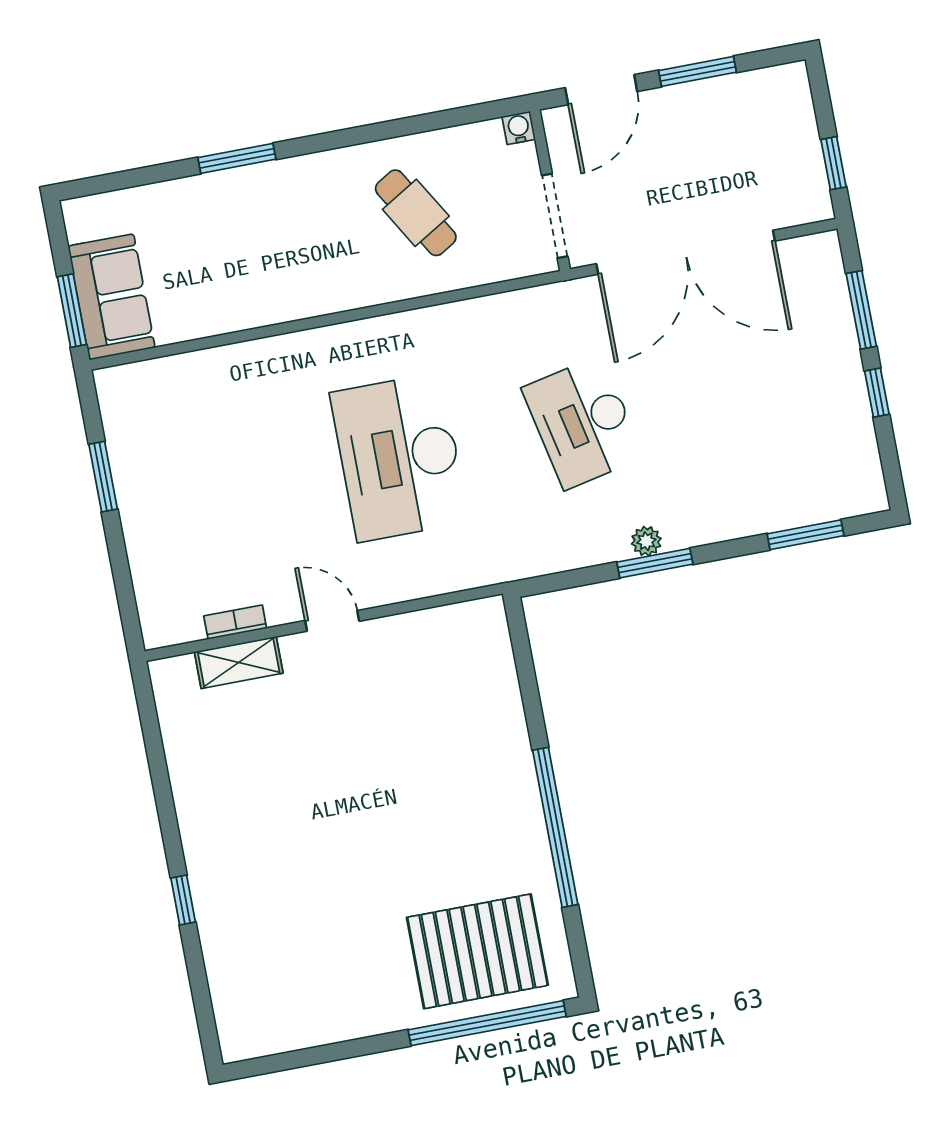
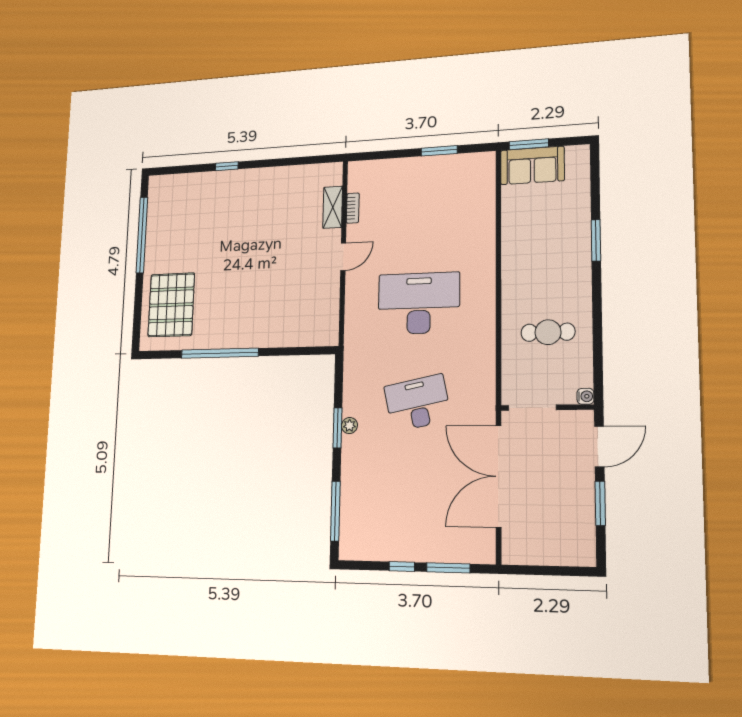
door: (601, 90) -> (599, 446), swing flipped
window: (834, 163) -> (533, 570), removed
cafe table: (416, 213) -> (548, 332), turned 31
window: (805, 535) -> (335, 511), width x1.44
window: (487, 1023) -> (142, 235), moved

